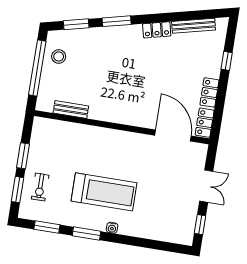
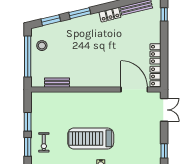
window: (227, 61) -> (164, 14), moved
double door: (206, 186) -> (164, 110), moved
treadmill: (104, 192) -> (91, 138), turned 180

